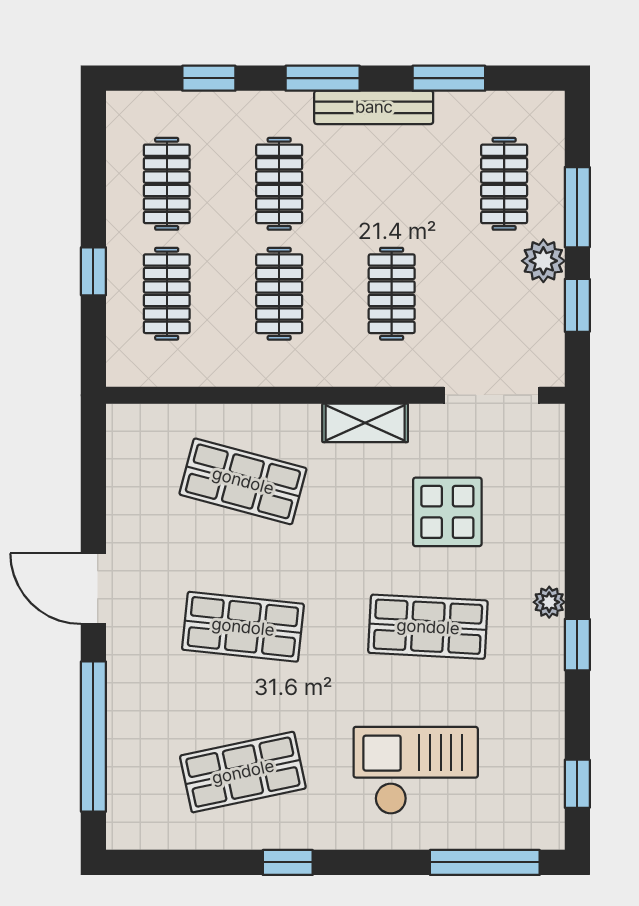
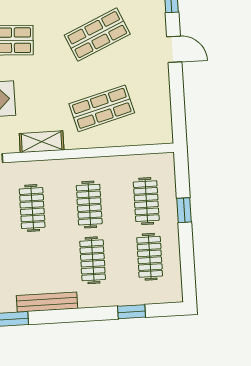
window: (323, 78) -> (74, 315), removed
shop shelf: (243, 481) -> (102, 108), turned -30
door: (93, 589) -> (174, 49), width x0.73
shop shelf: (243, 627) -> (97, 35), turned -30

